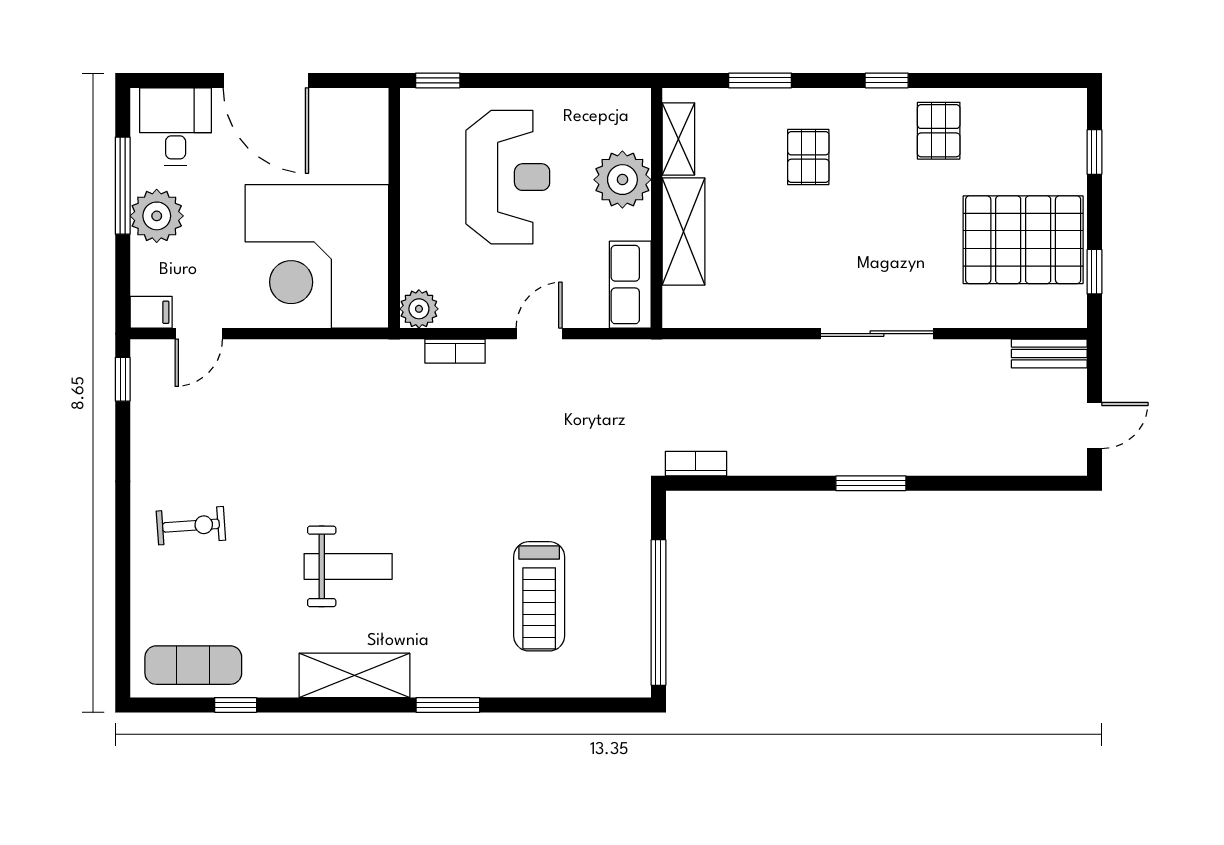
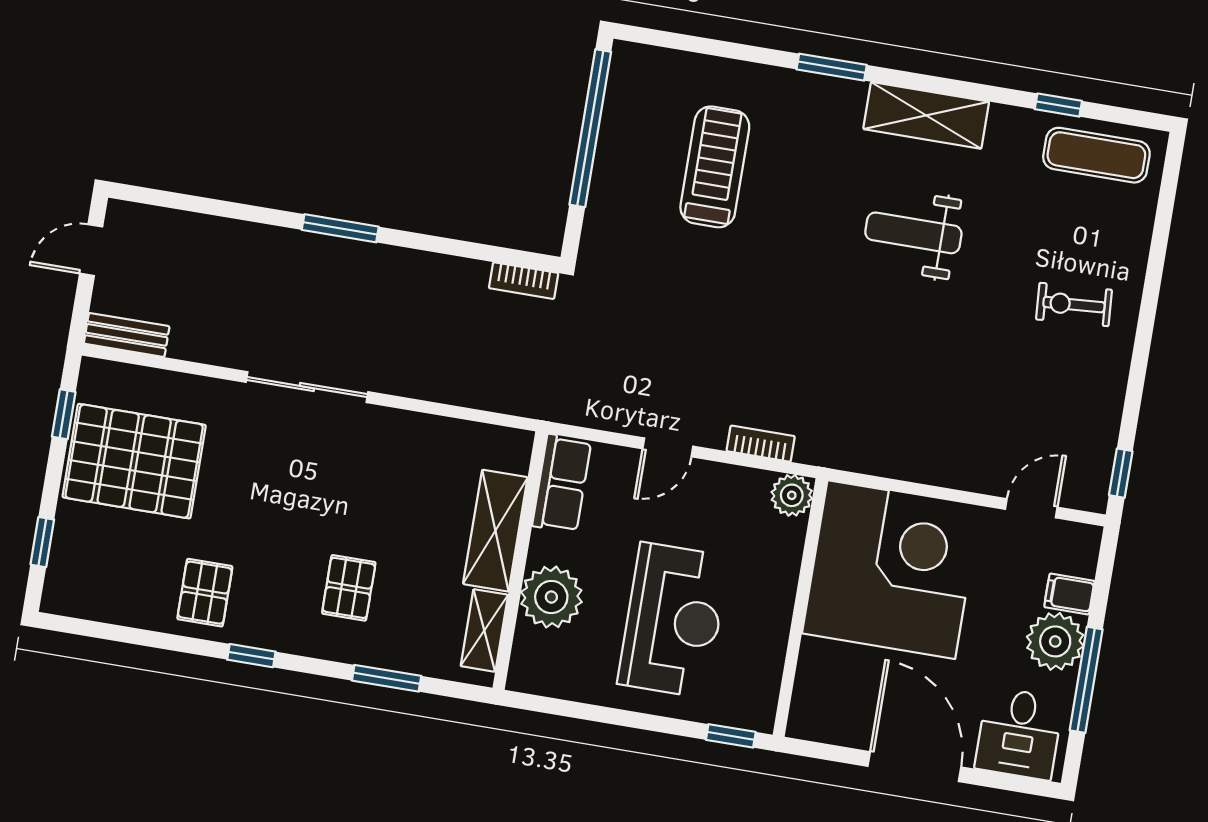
reception desk: (508, 177) -> (673, 620), turned 180
filing cabinet: (151, 312) -> (1069, 594), moved

